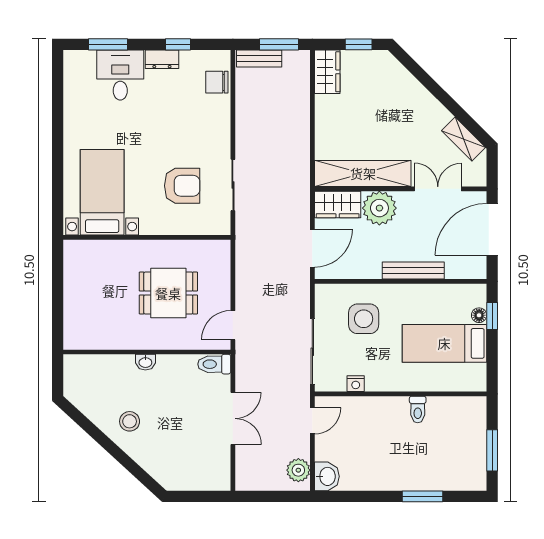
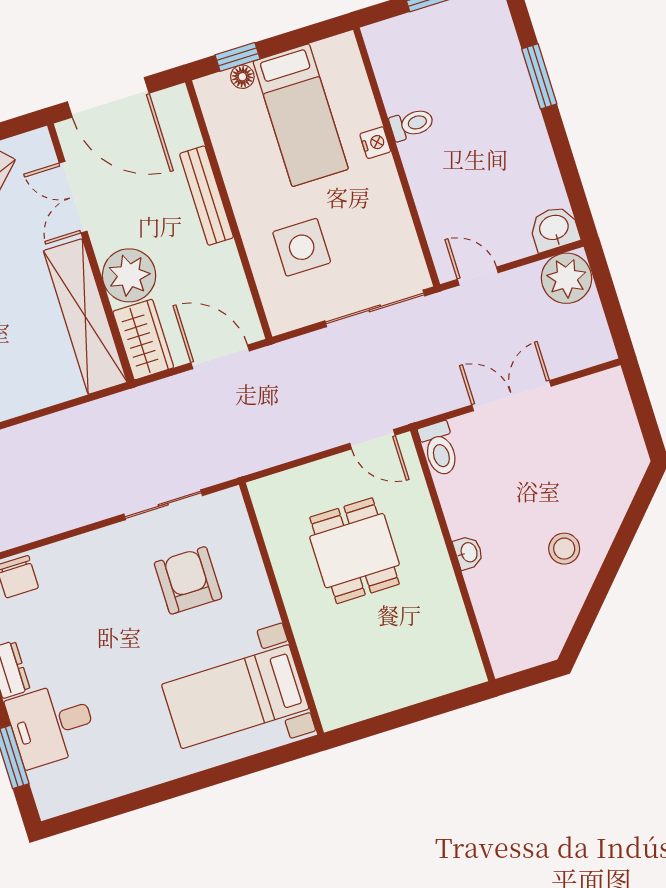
nightstand: (356, 384) -> (375, 143), moved
plant: (298, 470) -> (566, 278), width x1.36, depth x1.36

